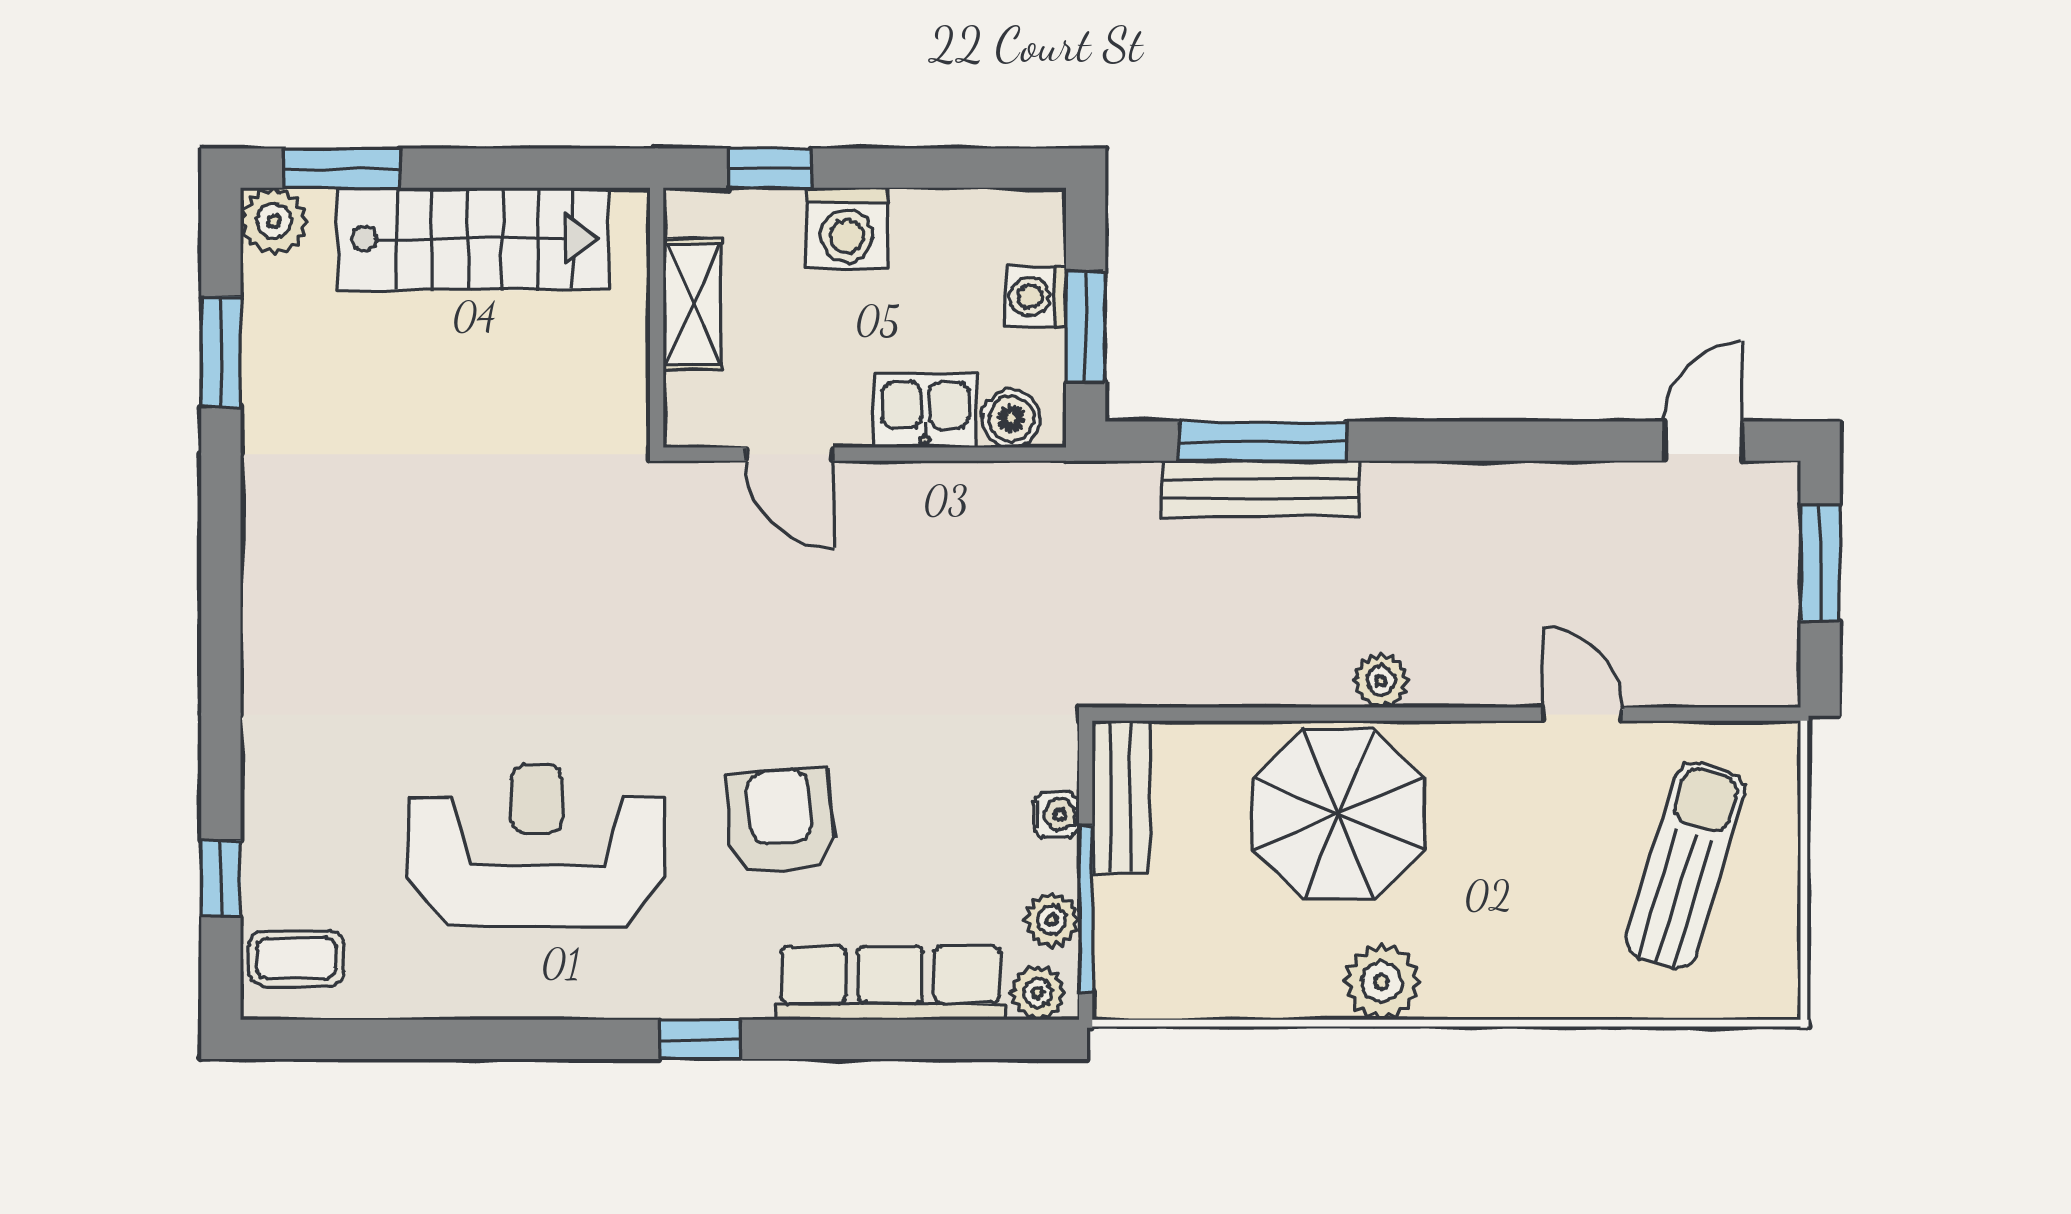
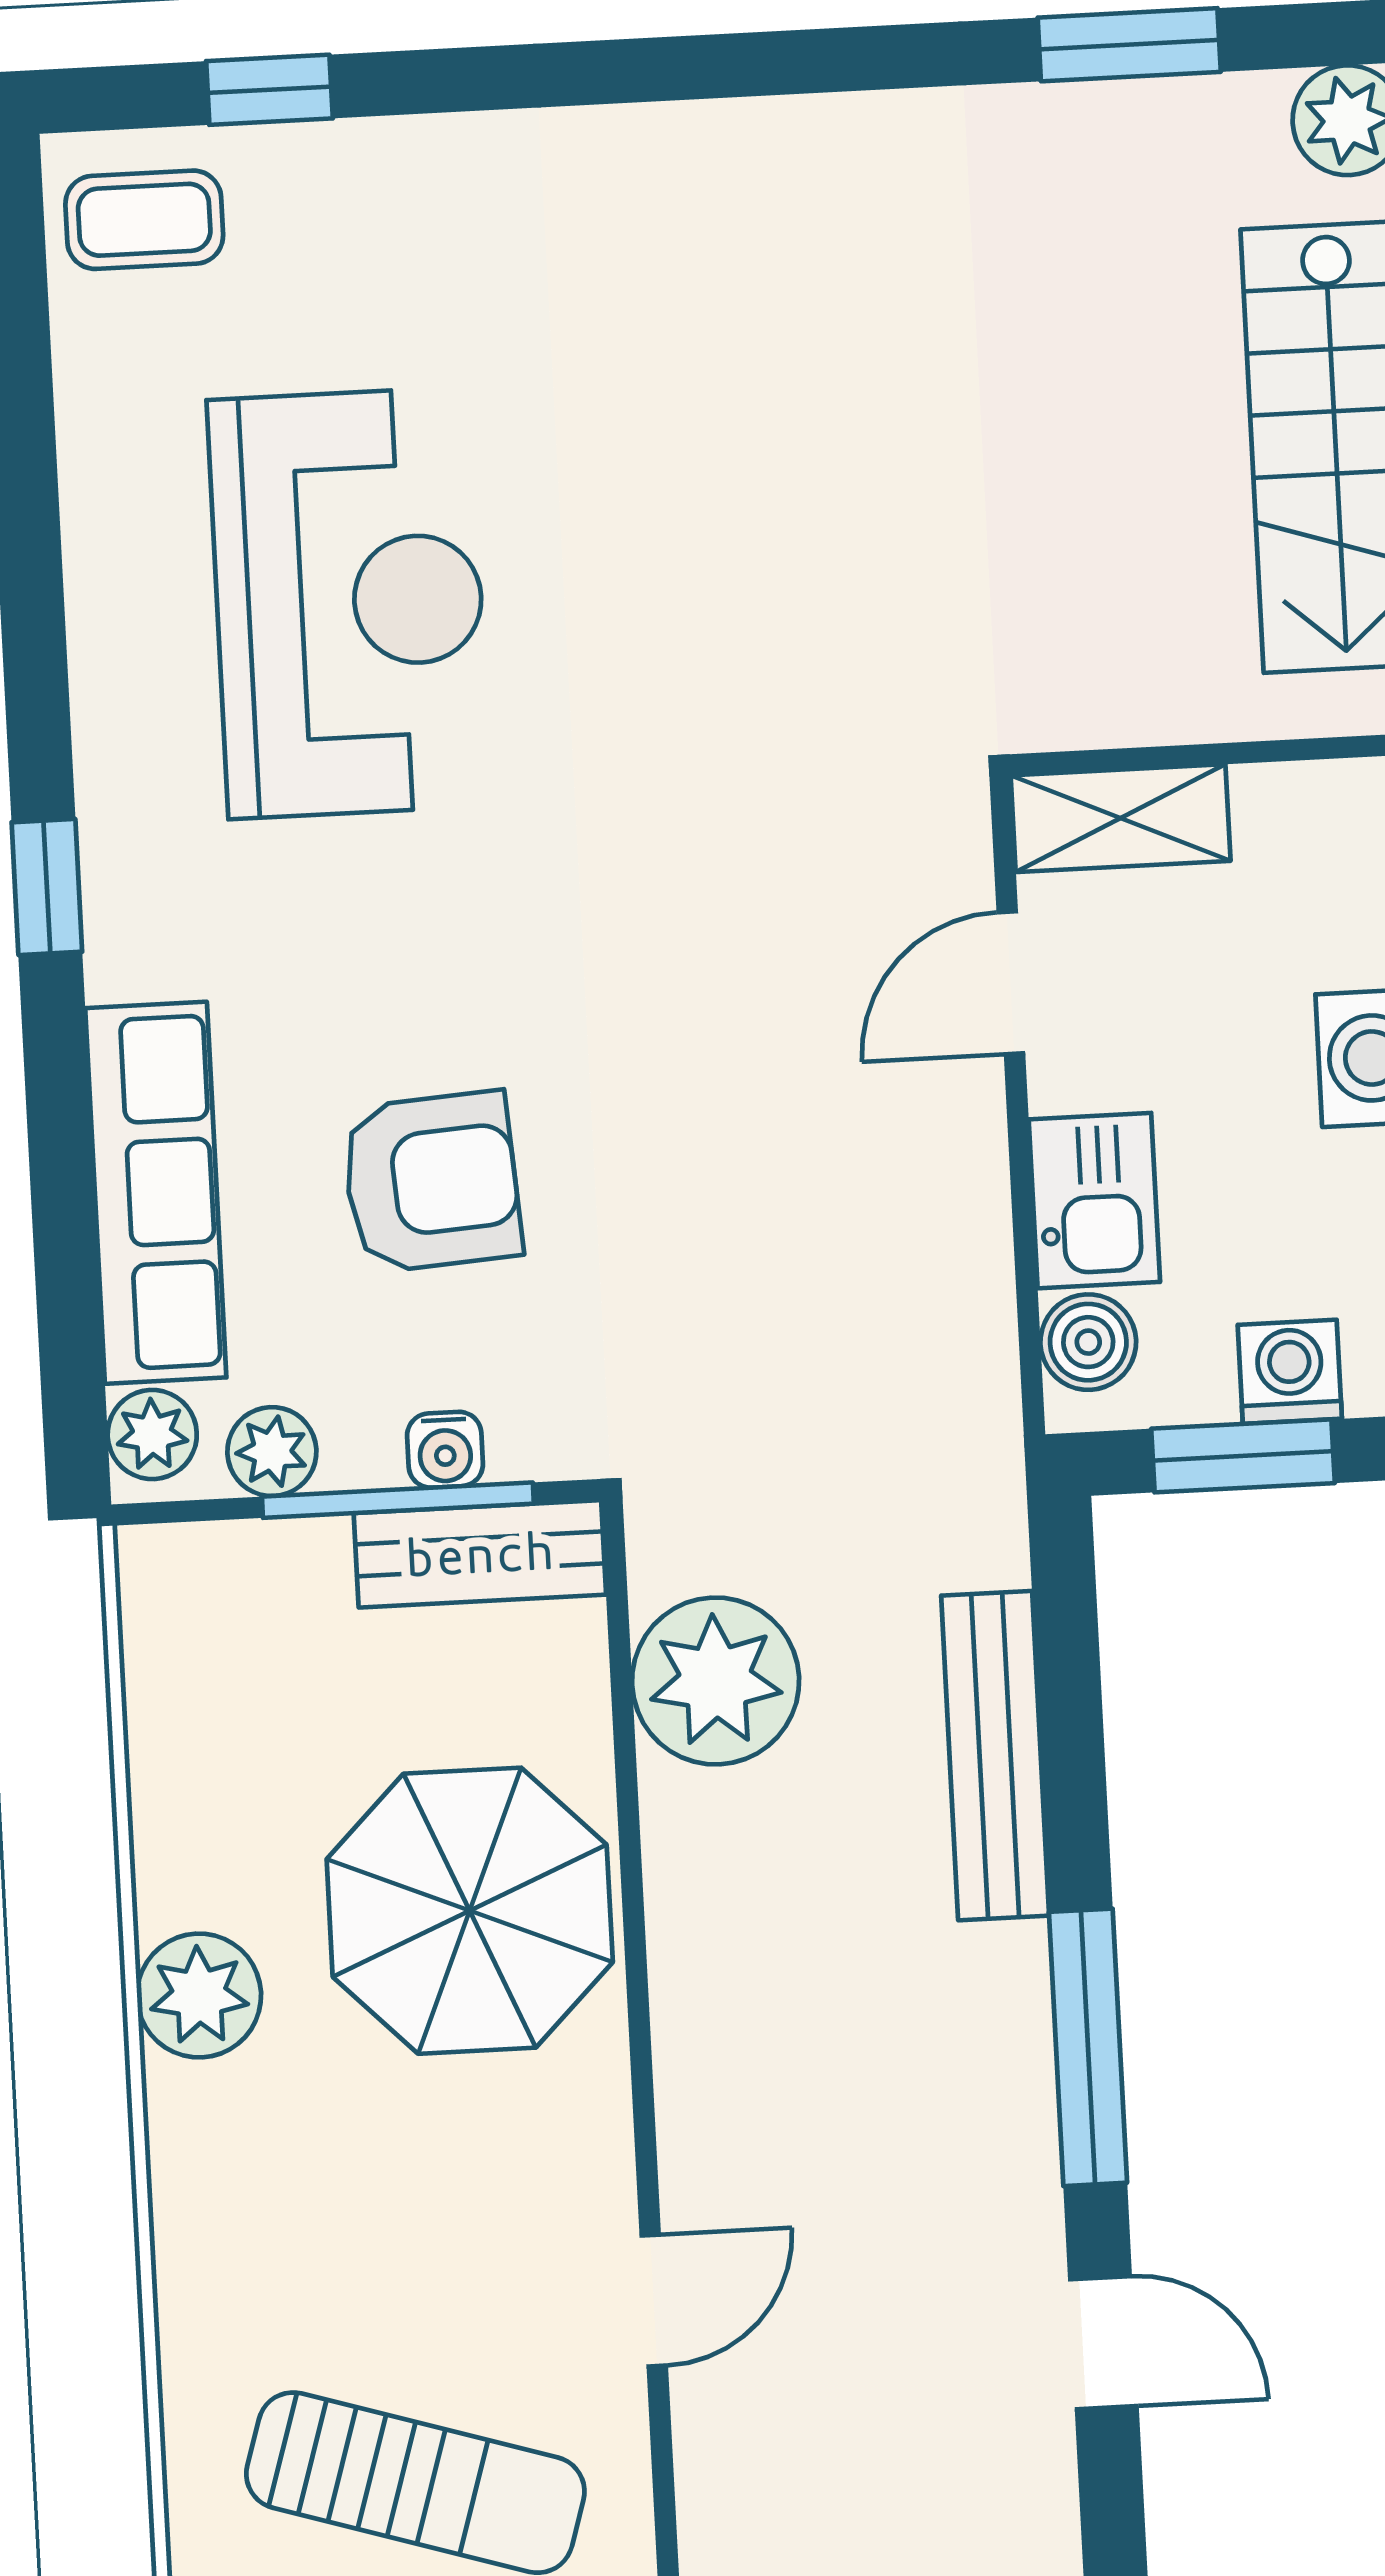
shelving: (693, 304) -> (1121, 818), moved
window: (1263, 441) -> (1088, 2047), moved
door: (1703, 441) -> (1103, 2343), moved
plant: (1381, 681) -> (716, 1681), moved, width x1.88, depth x1.88
armchair: (780, 821) -> (431, 1182), moved
window: (1086, 909) -> (398, 1500), moved
coffee table: (296, 959) -> (144, 220), turned 90

